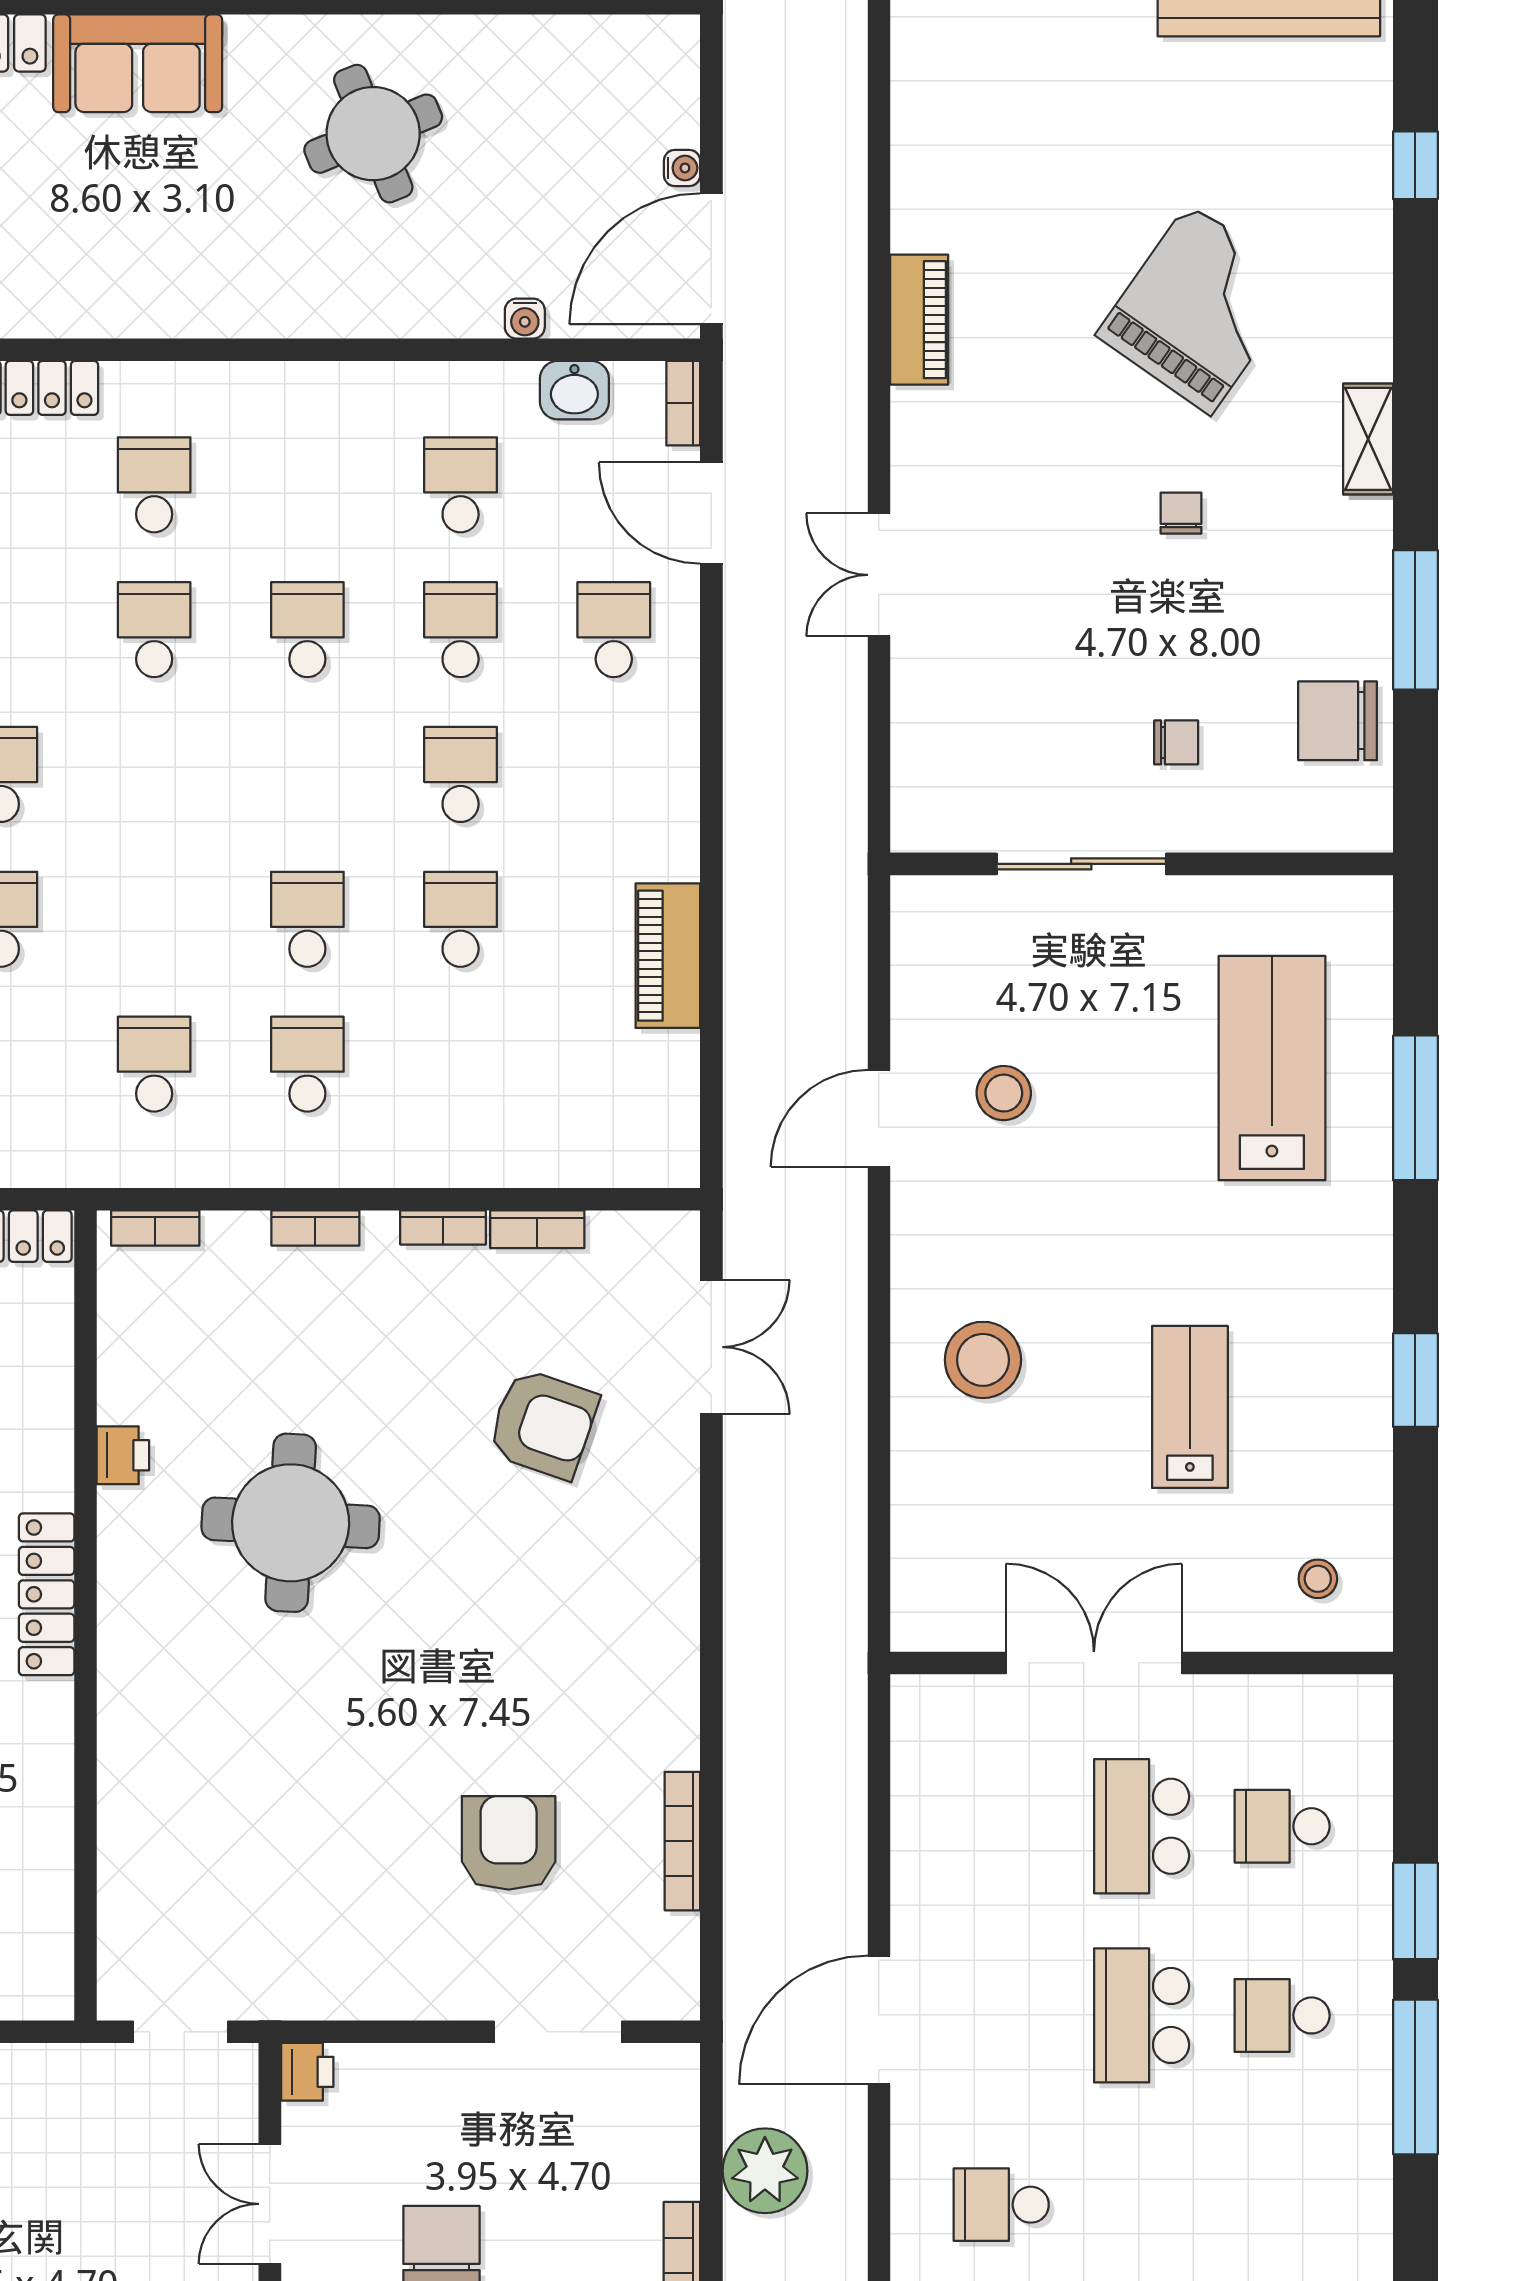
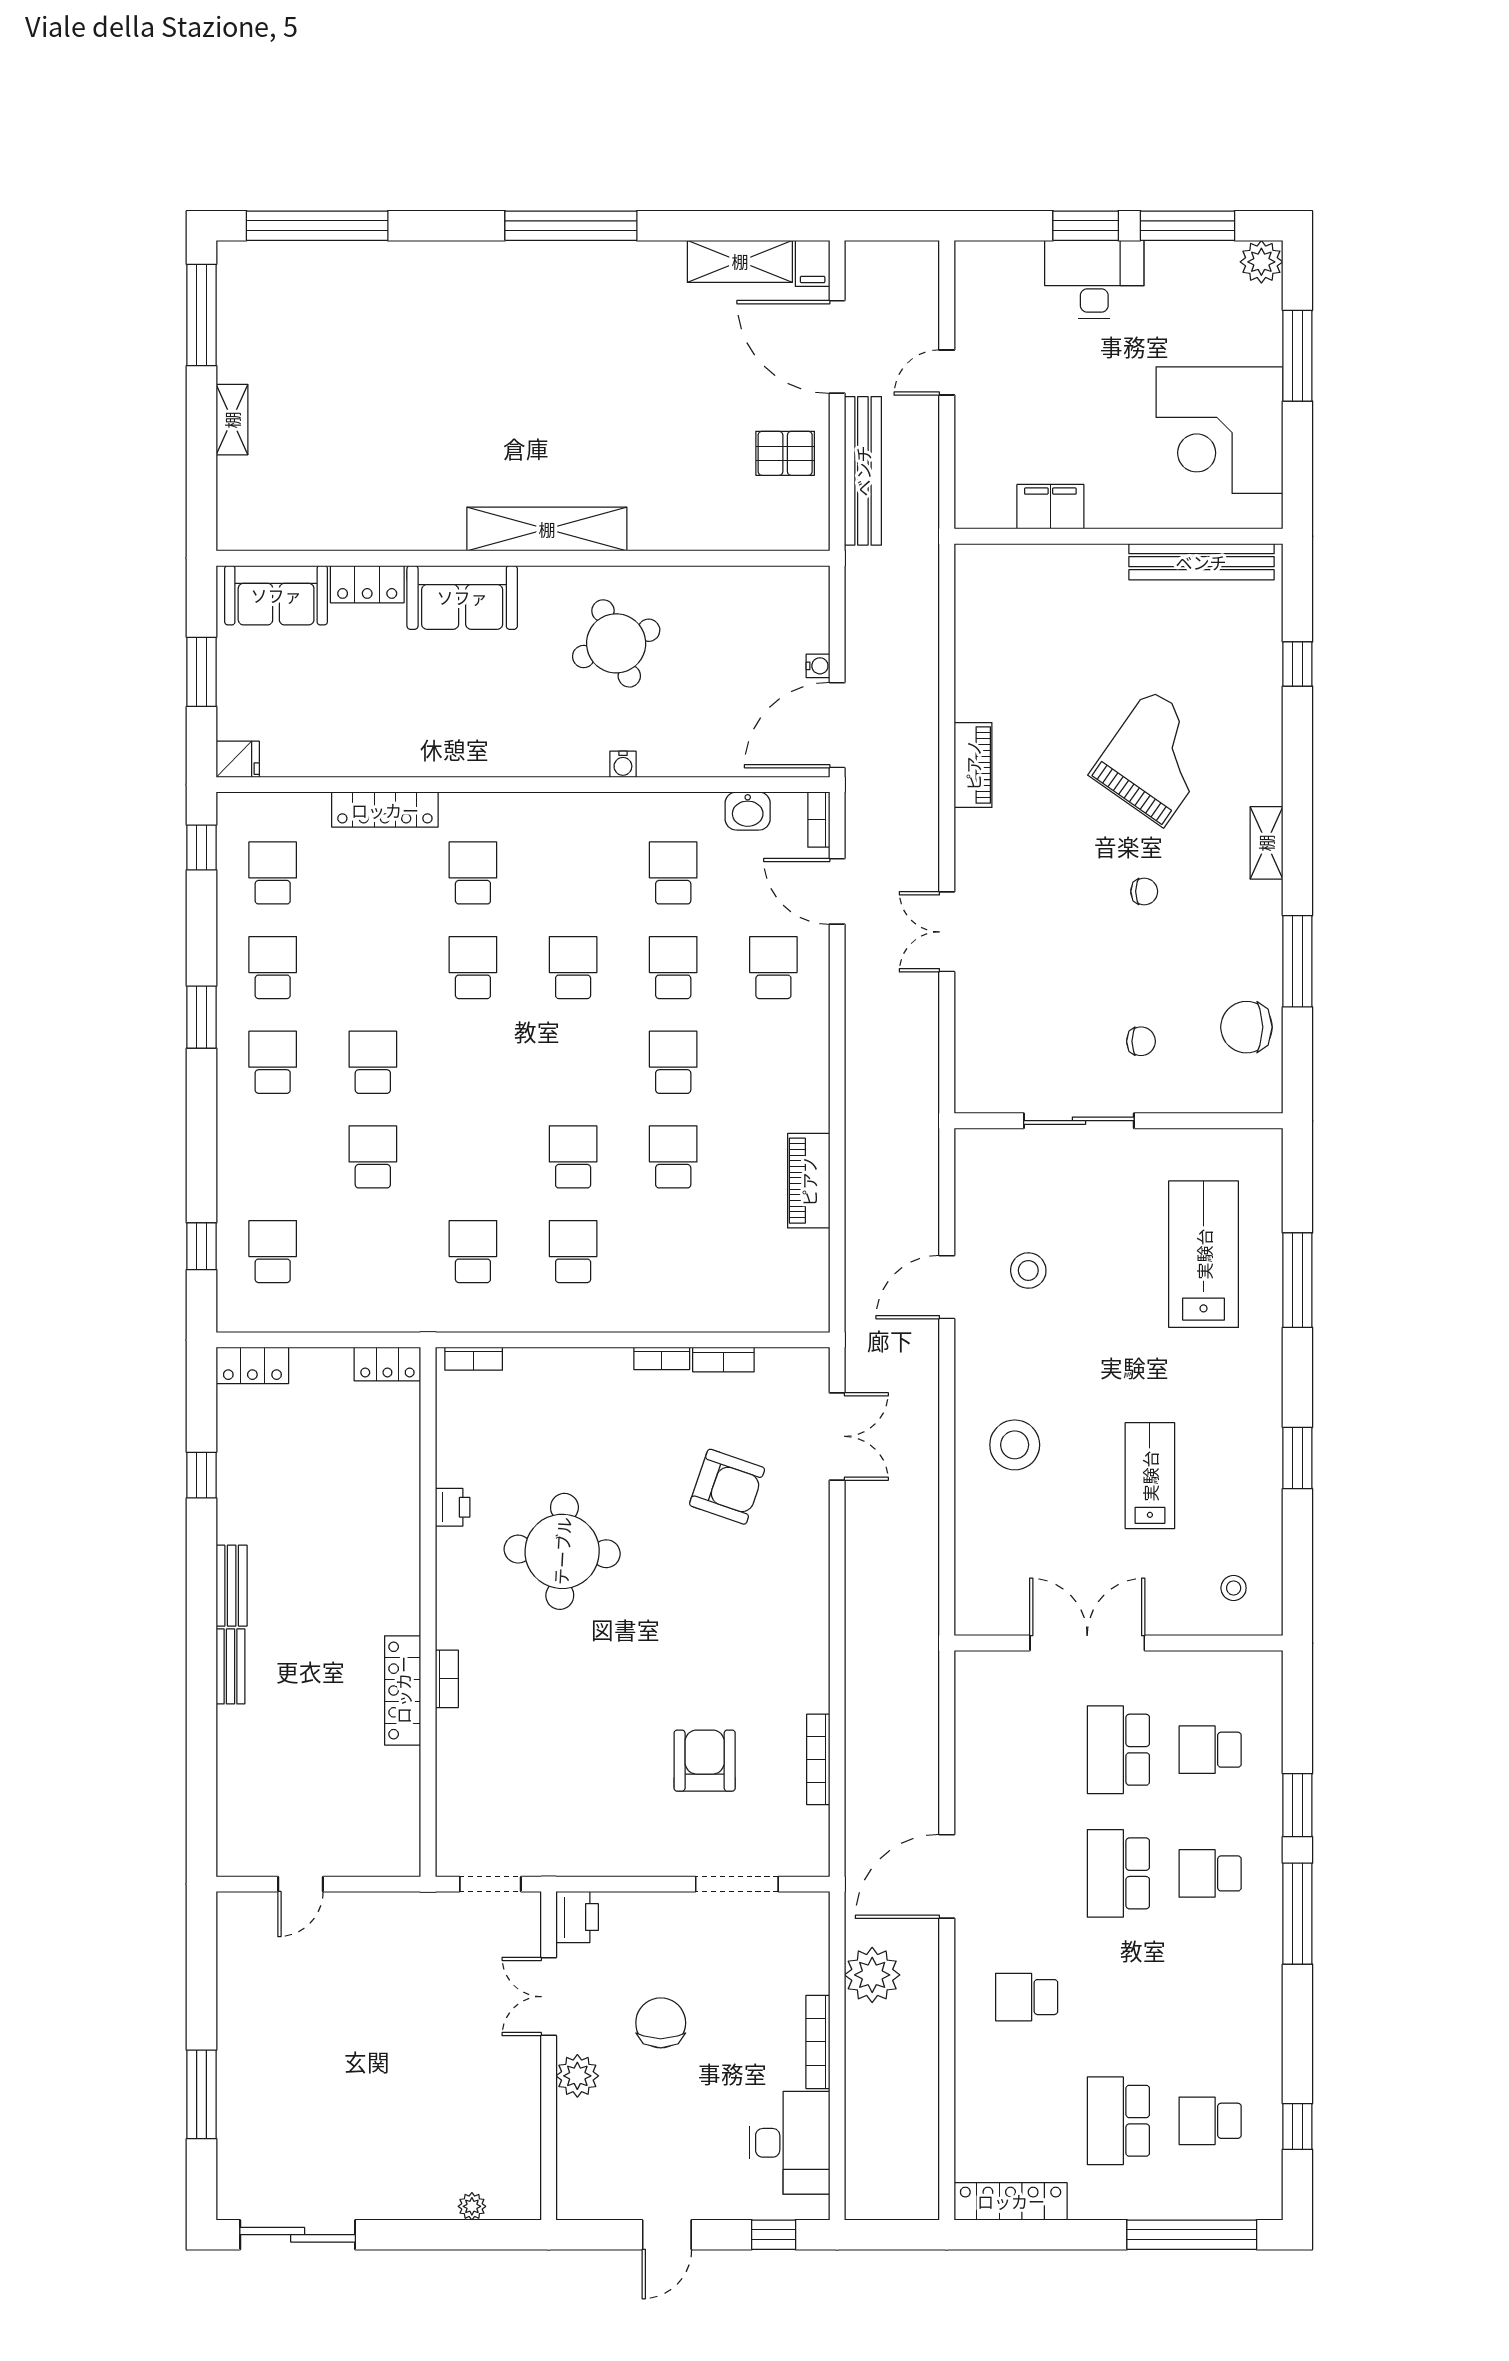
water cooler: (525, 319) -> (623, 764), moved
chair: (1181, 513) -> (1144, 891), turned 90
bookcase: (315, 1228) -> (447, 1679), moved, turned -90
locker: (47, 1594) -> (403, 1690), moved
printer: (307, 2072) -> (577, 1917), width x1.36, depth x1.24

